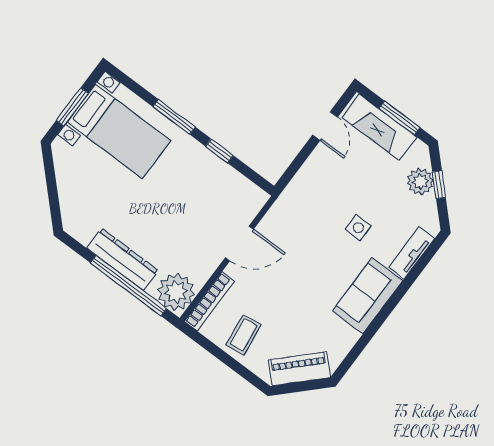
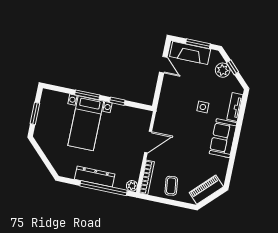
bed with nightstands: (119, 131) -> (86, 123), moved, turned 90
plant: (176, 292) -> (132, 186), width x0.53, depth x0.53

